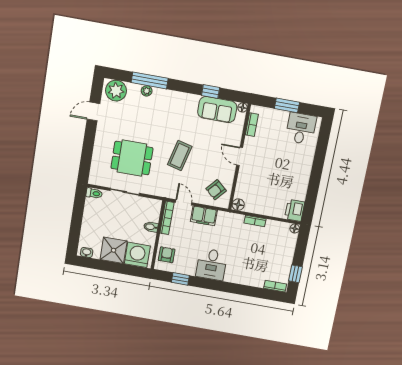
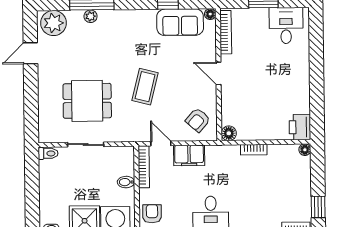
bookcase: (252, 125) -> (226, 32), width x1.56

